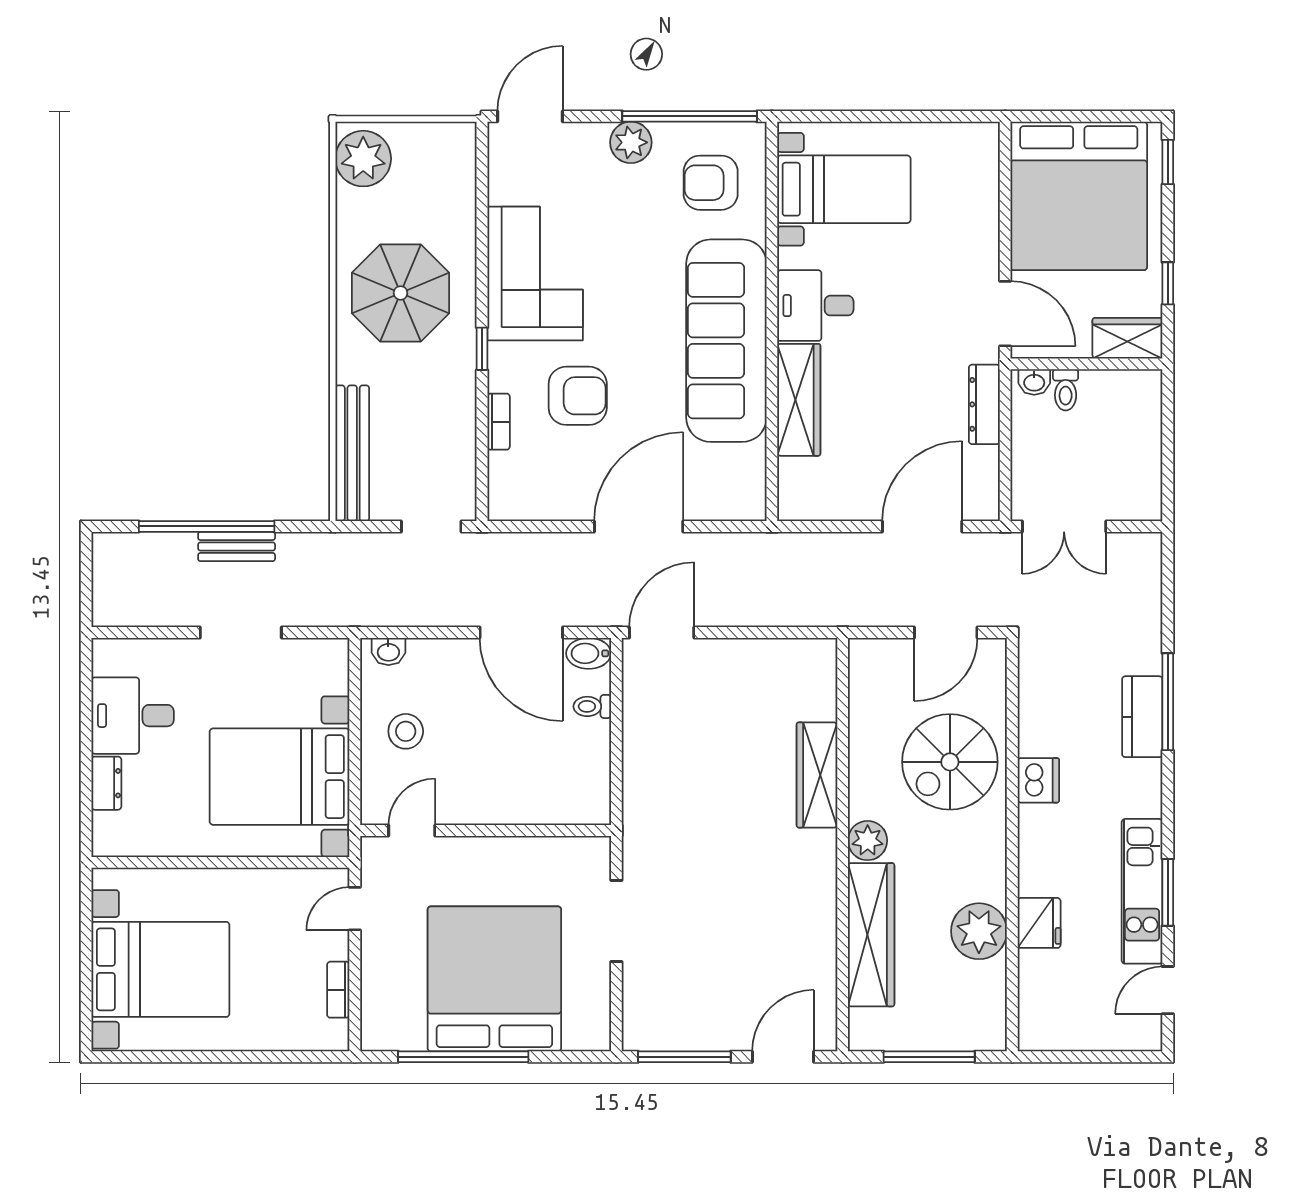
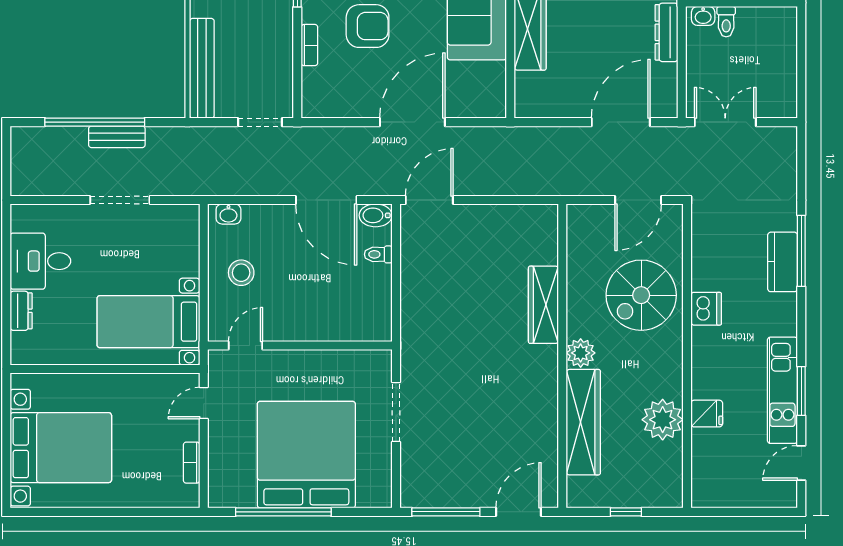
double door: (1064, 526) -> (725, 122), swing flipped
bed with nightstands: (280, 777) -> (148, 322), width x0.73
fridge: (1039, 923) -> (707, 414), width x0.72
window: (929, 1057) -> (626, 512), width x0.46

